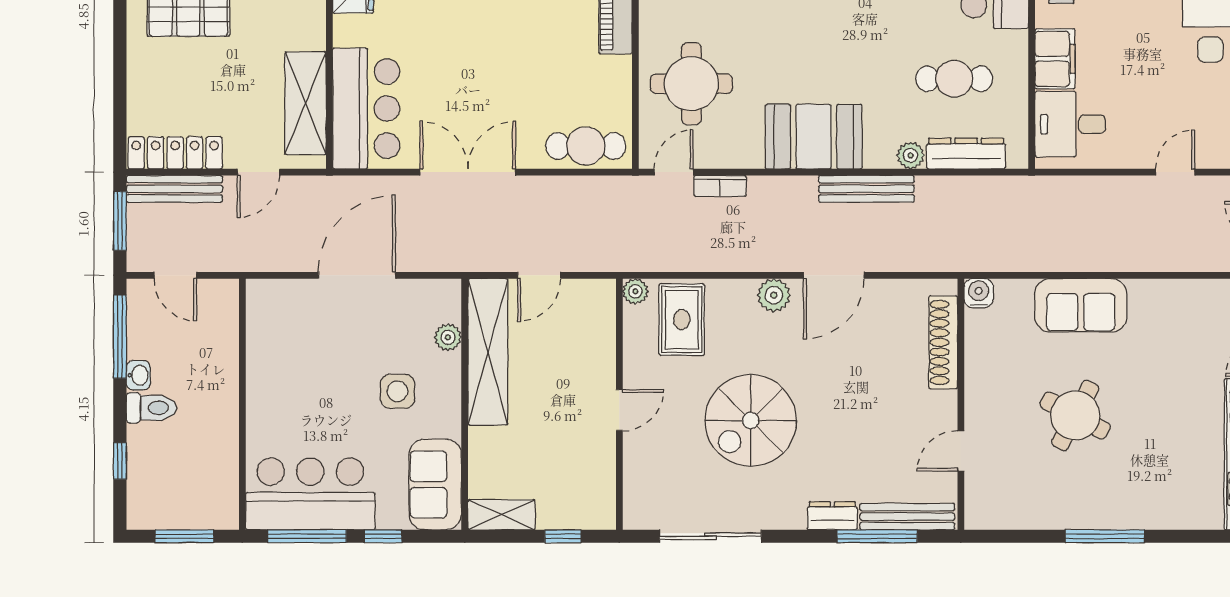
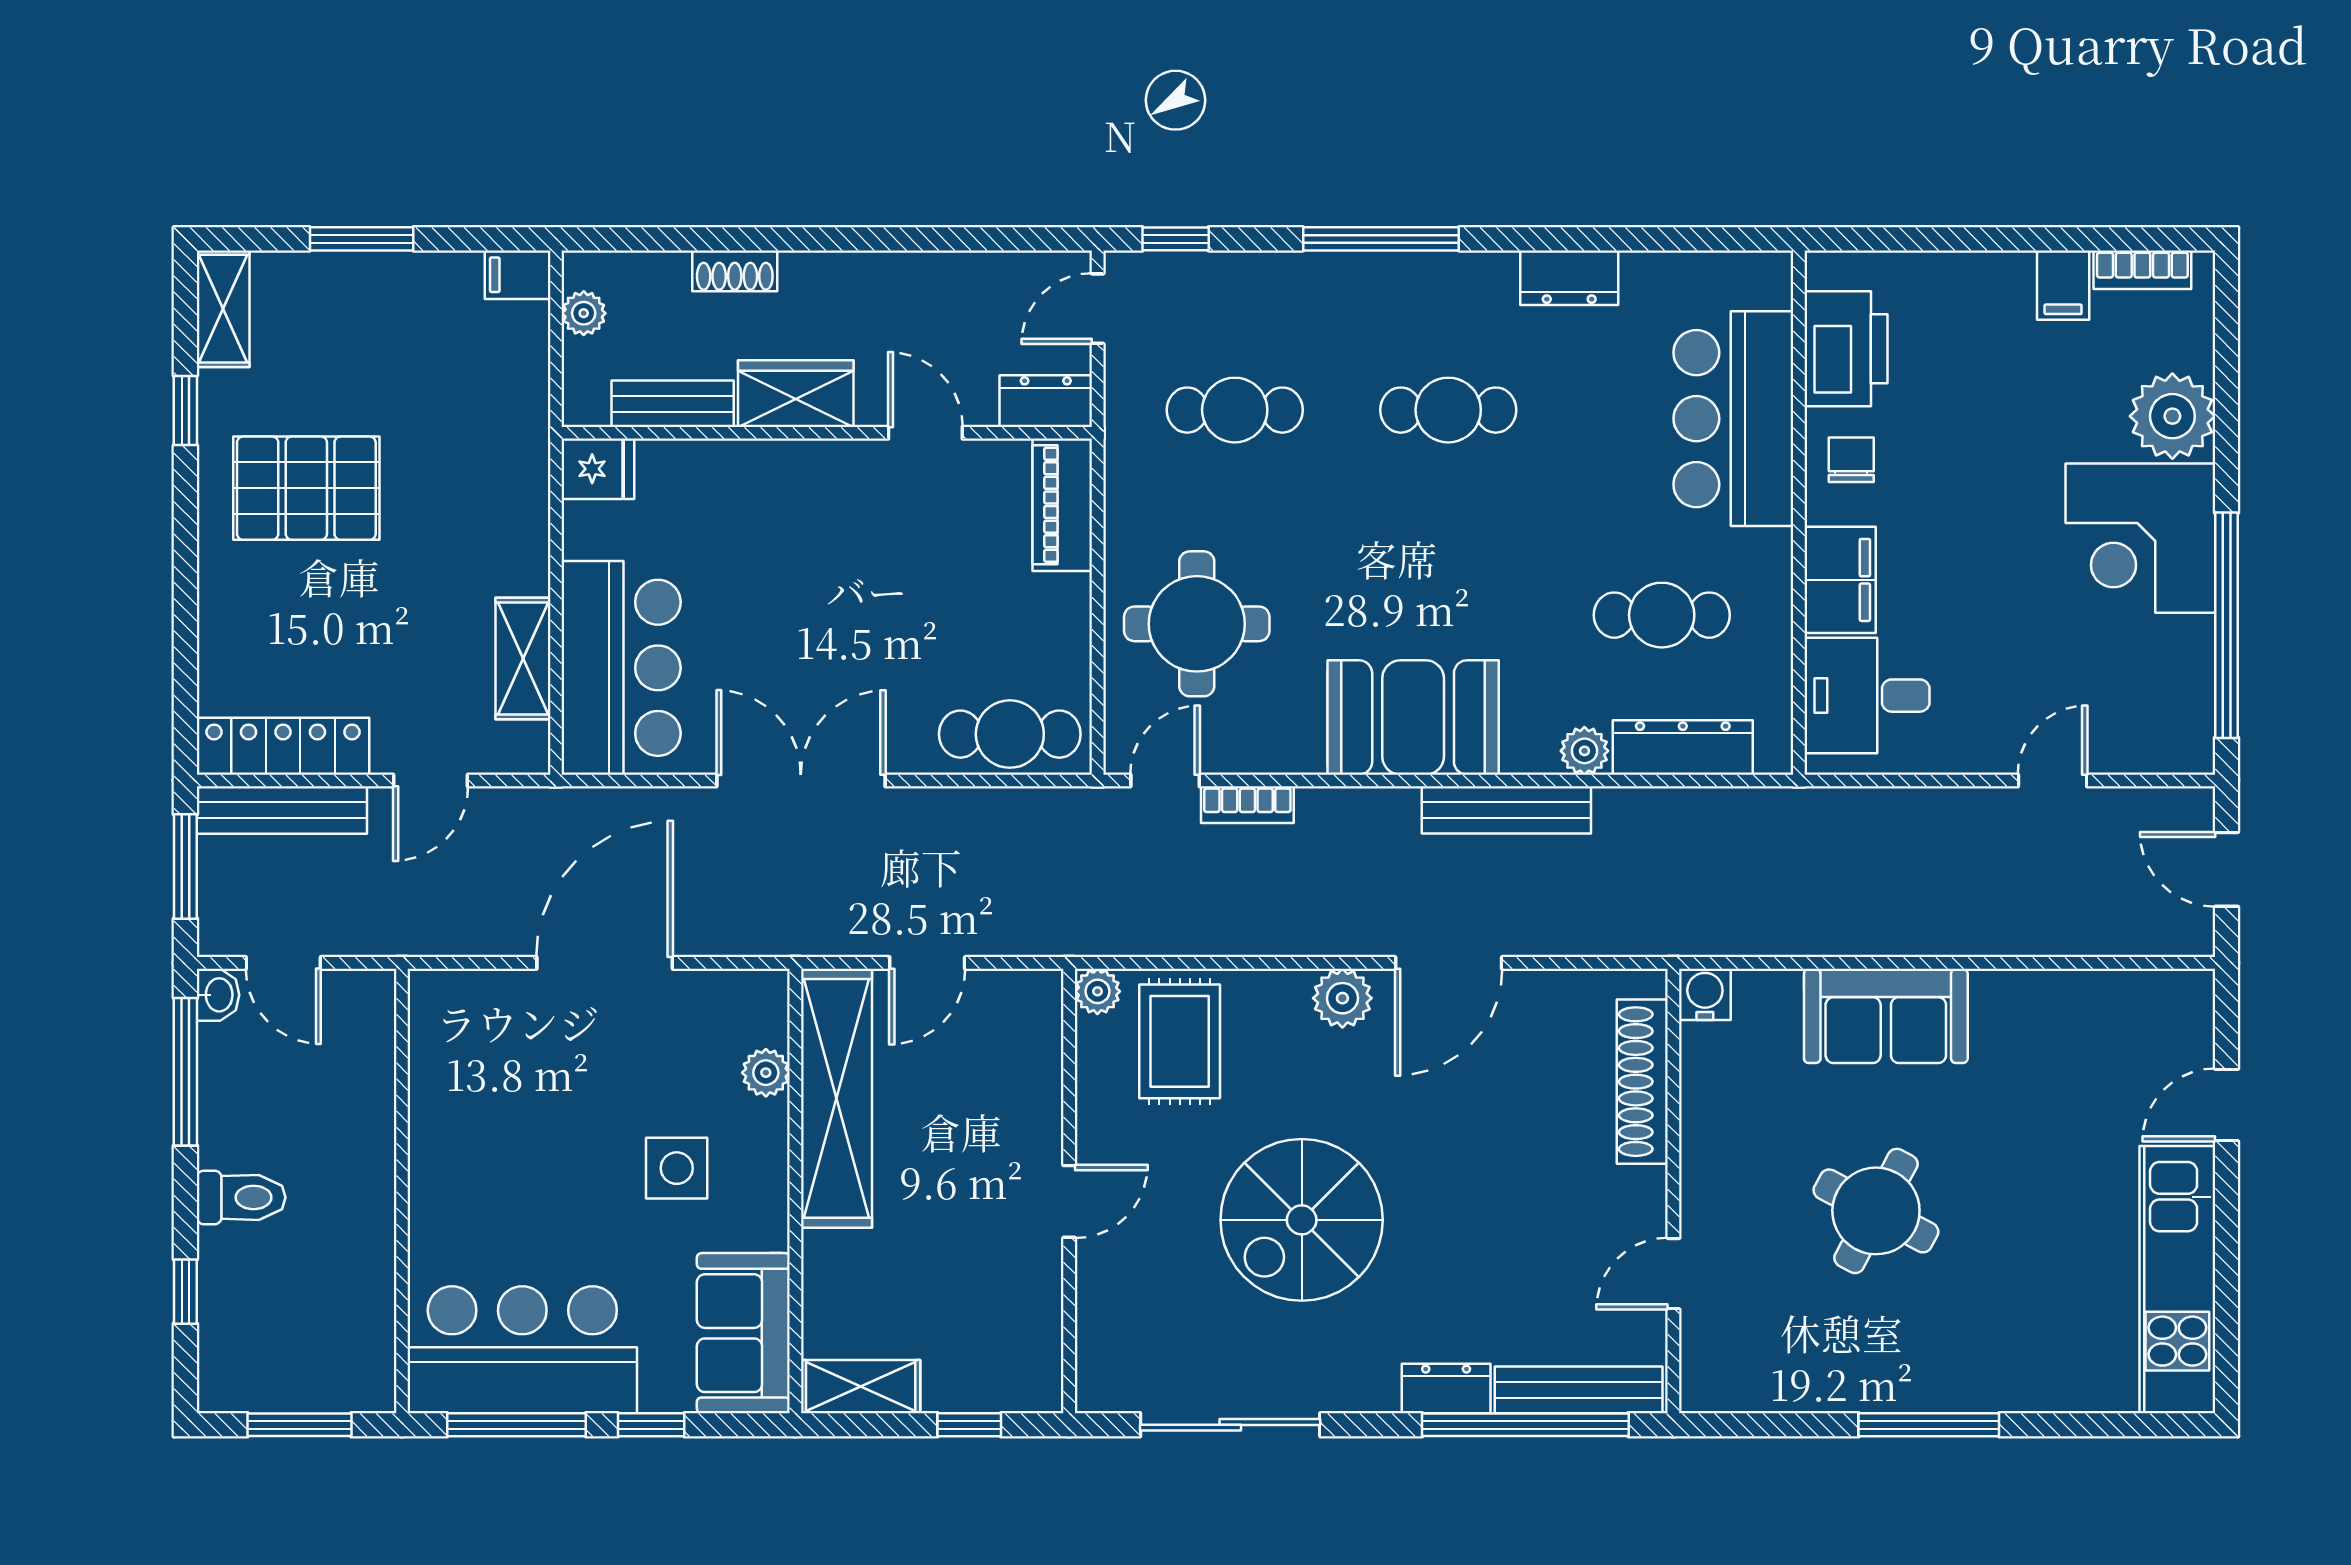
shelving: (306, 103) -> (523, 659), width x0.67, depth x0.75
washbasin: (138, 375) -> (218, 995), moved
window: (877, 536) -> (1525, 1425), width x1.46

